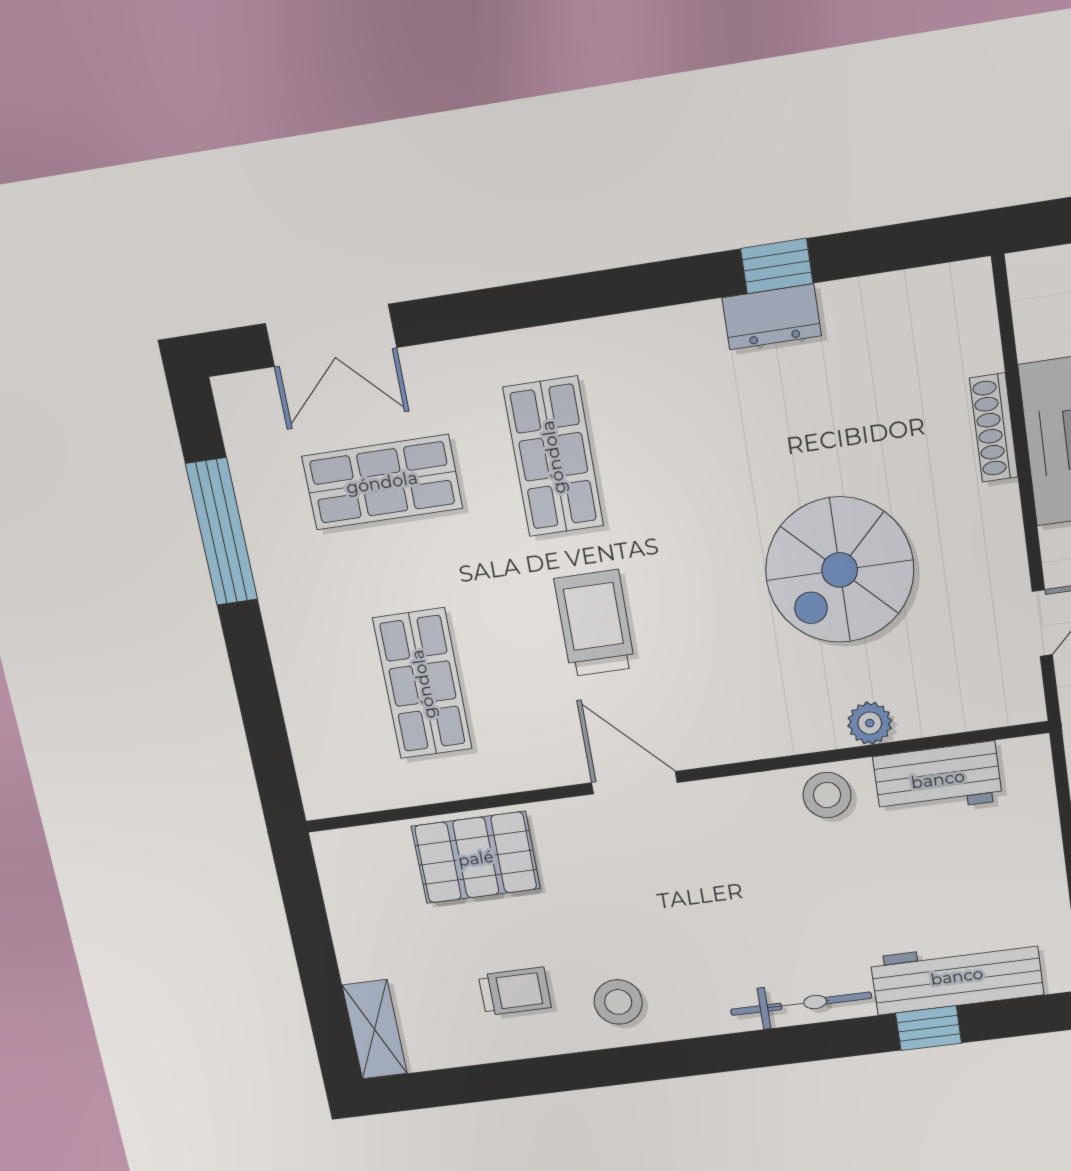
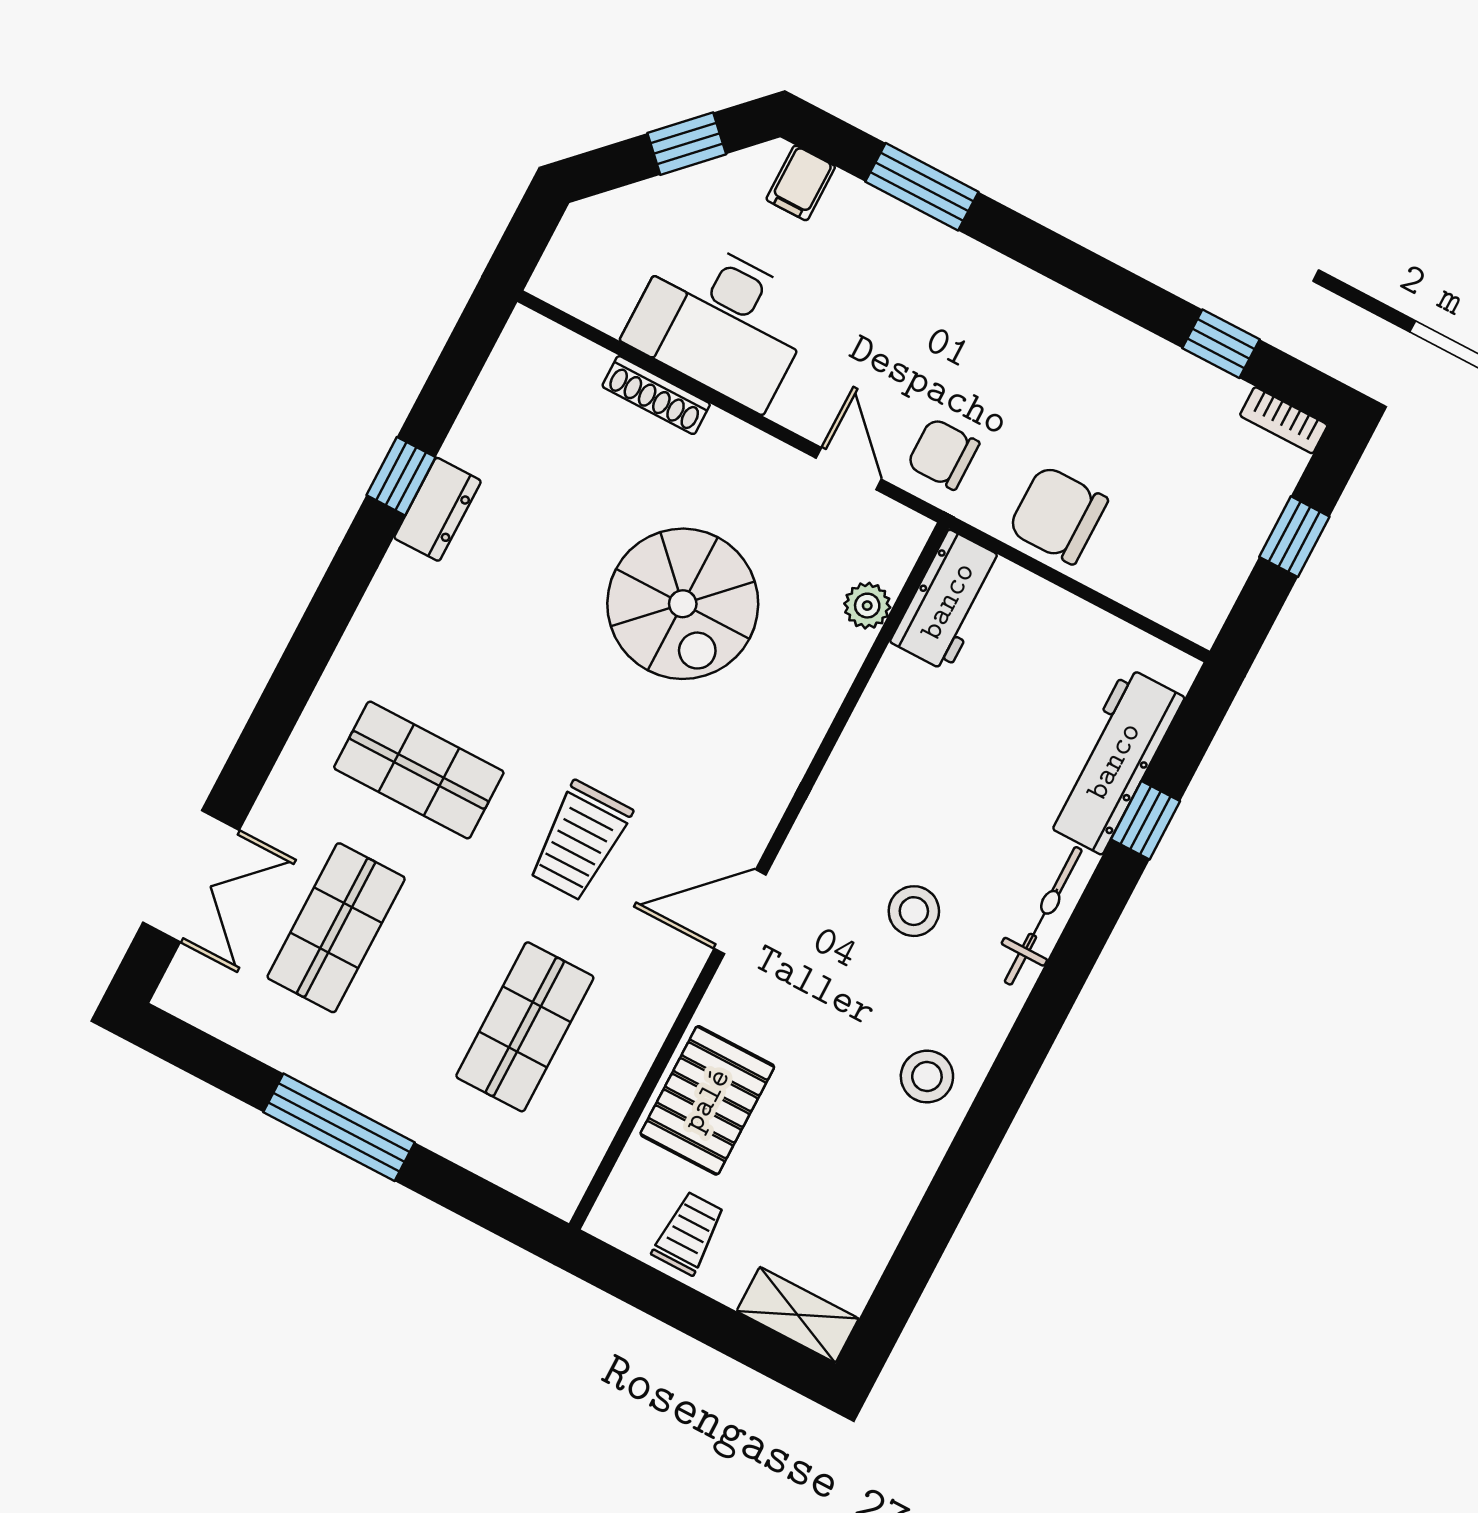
window: (222, 532) -> (339, 1127), moved
trolley: (595, 623) -> (580, 841), turned -90
shop shelf: (423, 684) -> (525, 1027), turned 90
plant: (870, 723) -> (867, 606), moved
workbench: (938, 779) -> (948, 601), moved
stool: (827, 795) -> (914, 911), moved
trolley: (515, 991) -> (689, 1233), moved

